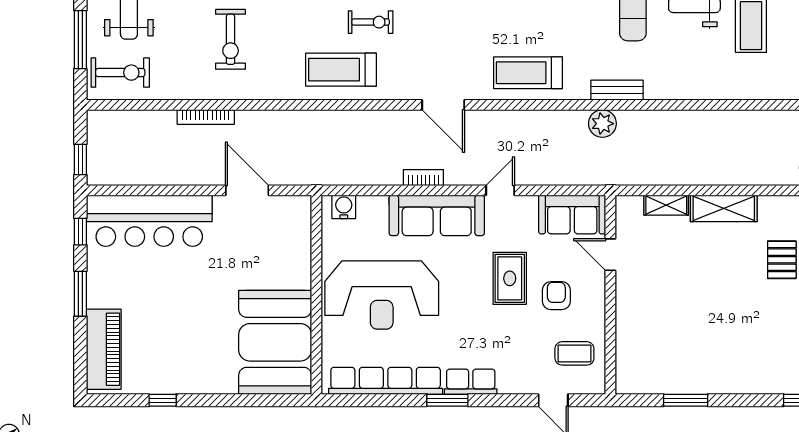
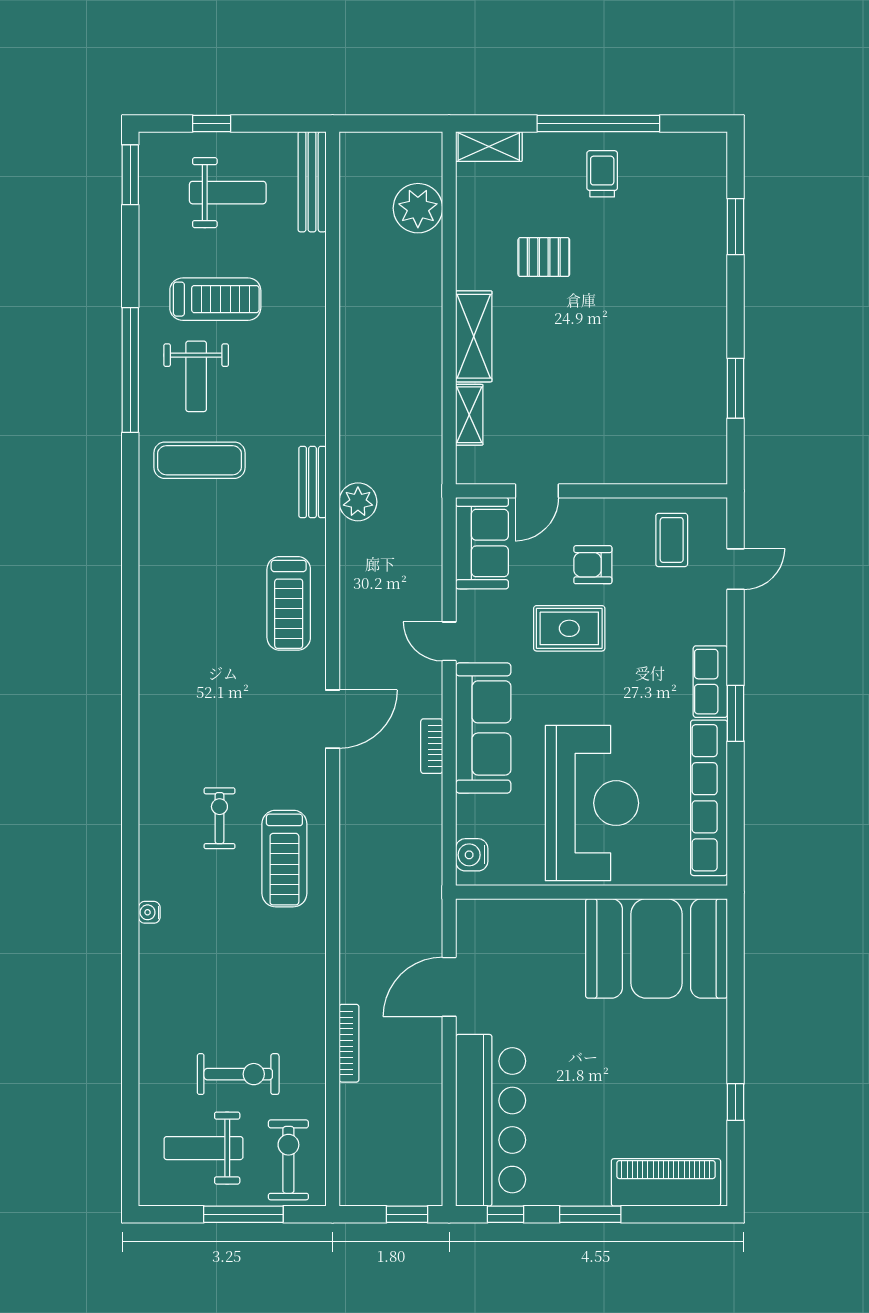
exercise bike: (231, 39) -> (238, 1074), moved

